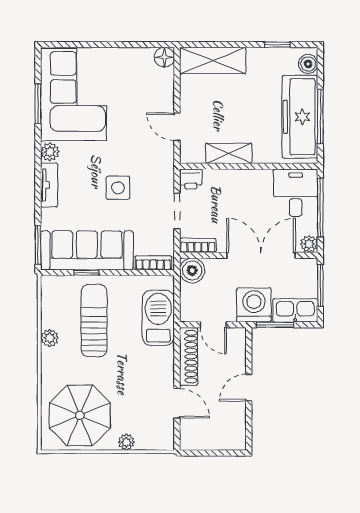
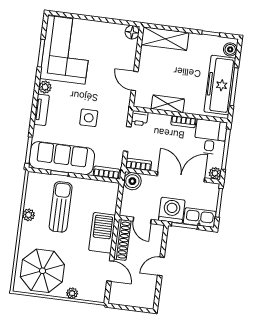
bookcase: (254, 176) -> (183, 122), added
barbecue: (158, 318) -> (102, 233), moved

